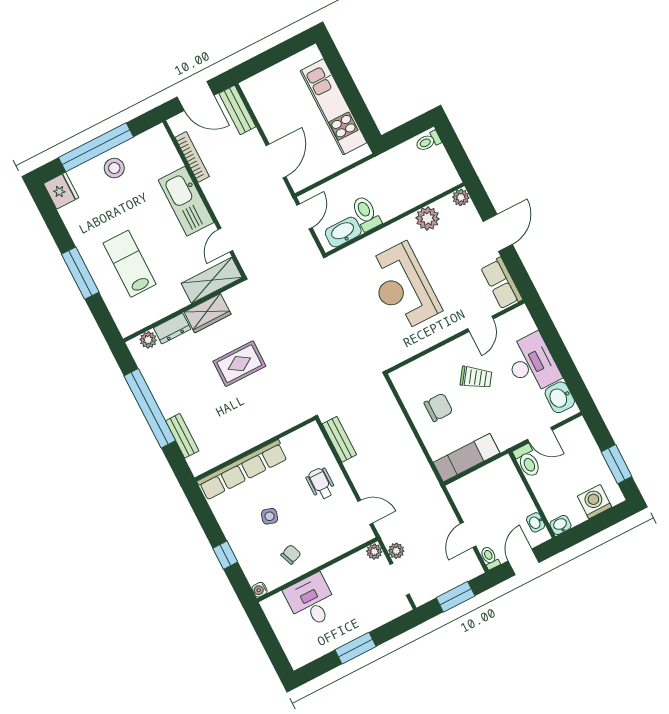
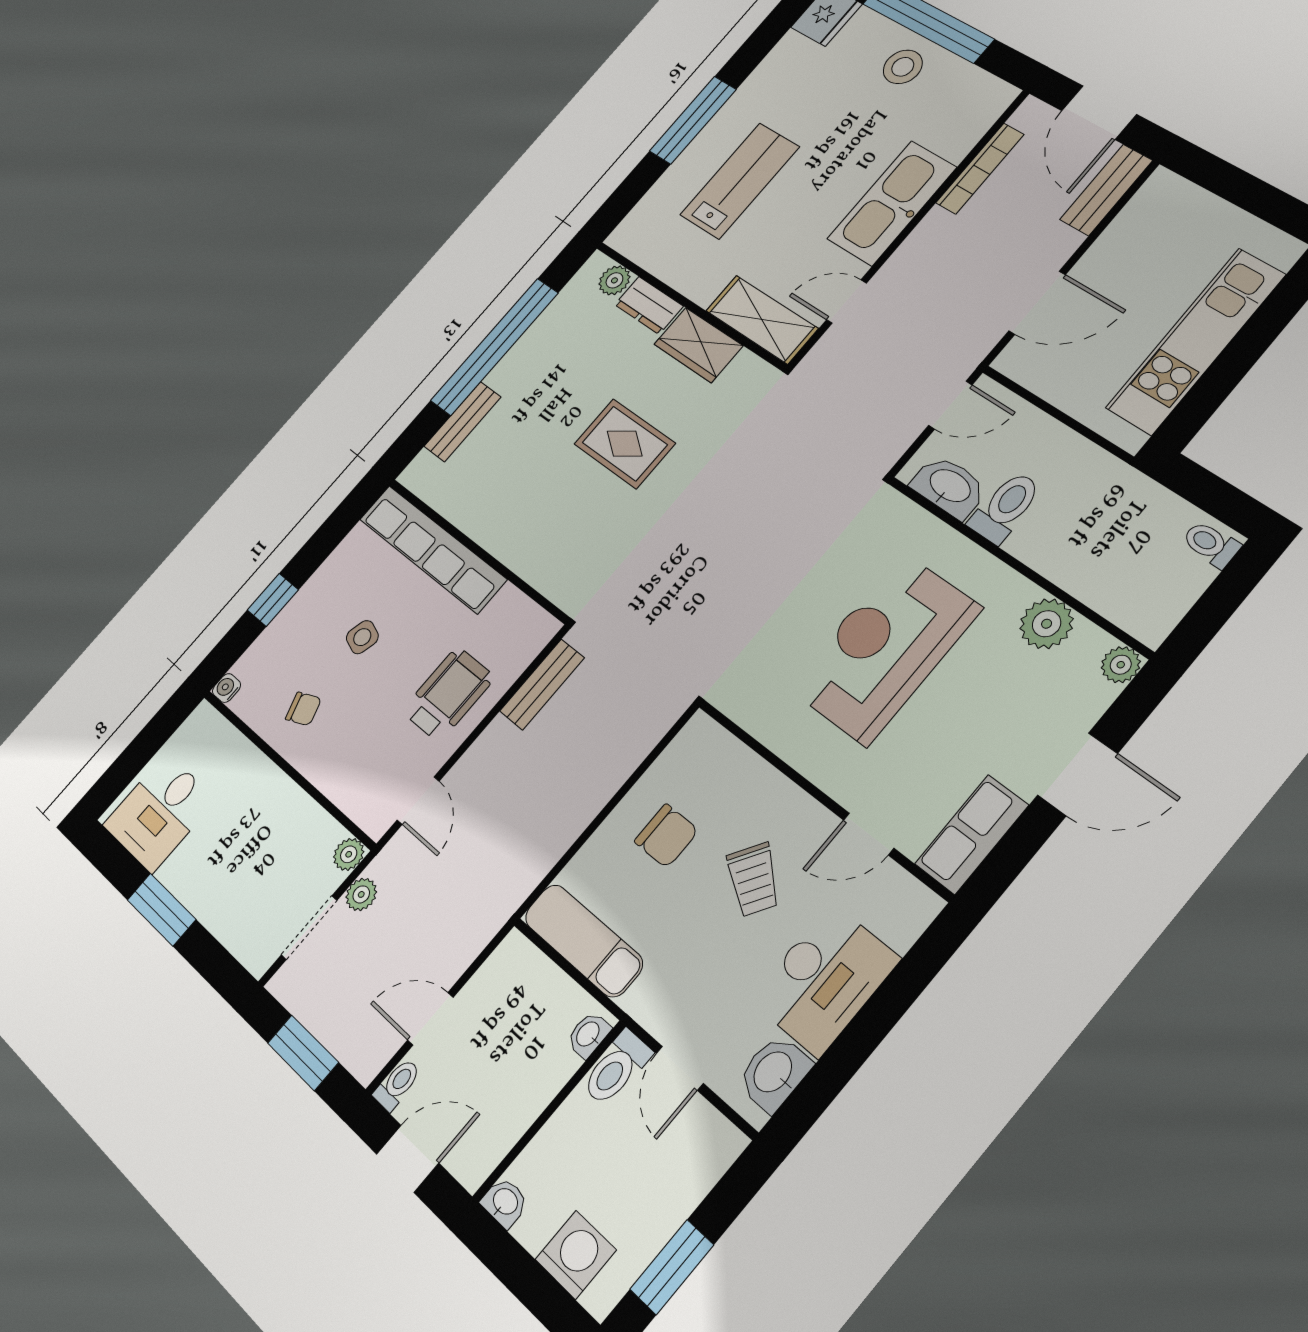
wheelchair: (321, 484) -> (448, 694), width x1.36, depth x1.37
washbasin: (536, 522) -> (588, 1035), moved
desk: (311, 601) -> (159, 812), moved, turned 180

